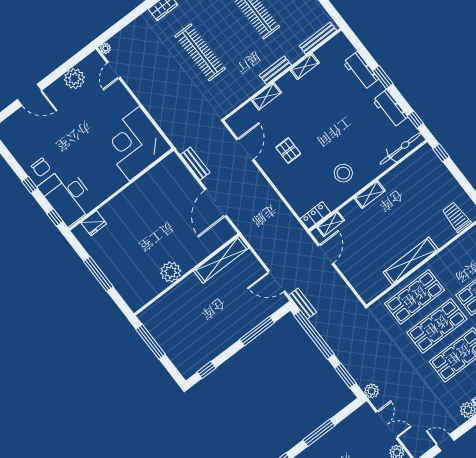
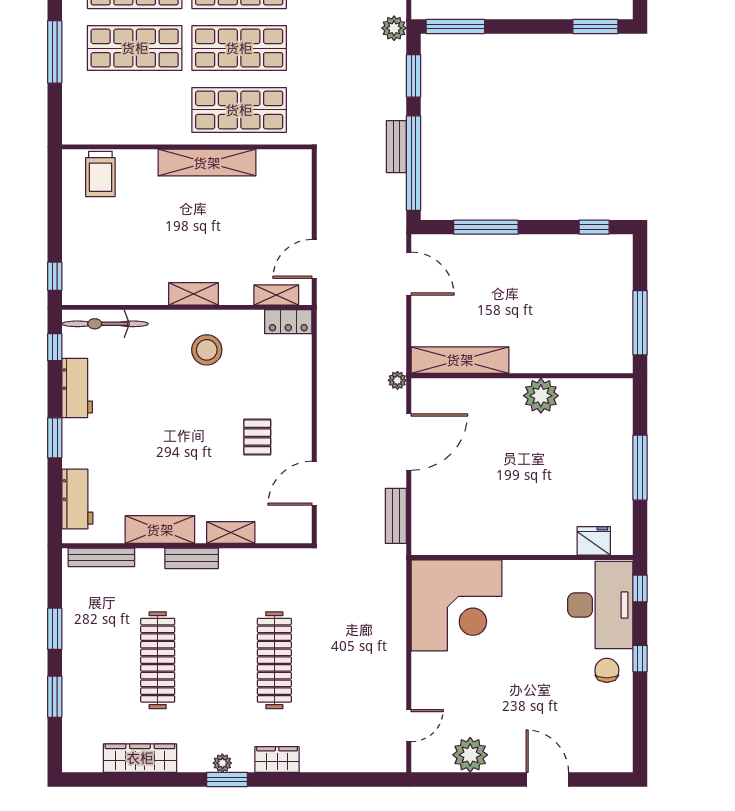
plant: (105, 48) -> (397, 380), moved
shelving: (305, 66) -> (160, 530), width x1.50, depth x1.33
workbench: (361, 71) -> (77, 499), moved
bench: (303, 304) -> (396, 147), moved
window: (319, 433) -> (455, 26), moved

